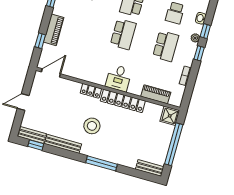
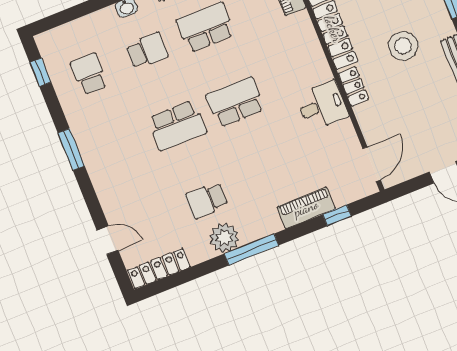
door: (51, 73) -> (372, 164), swing flipped
desk: (119, 78) -> (322, 106), moved

